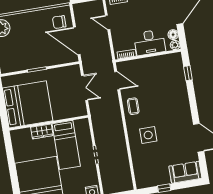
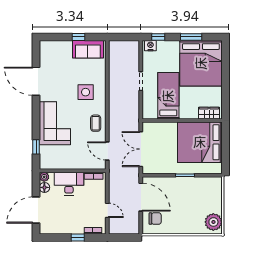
double door: (85, 88) -> (141, 149), width x1.37
corner sofa: (173, 99) -> (55, 123), added
wardrobe: (42, 131) -> (209, 113), moved
sofa: (185, 172) -> (88, 49), moved

